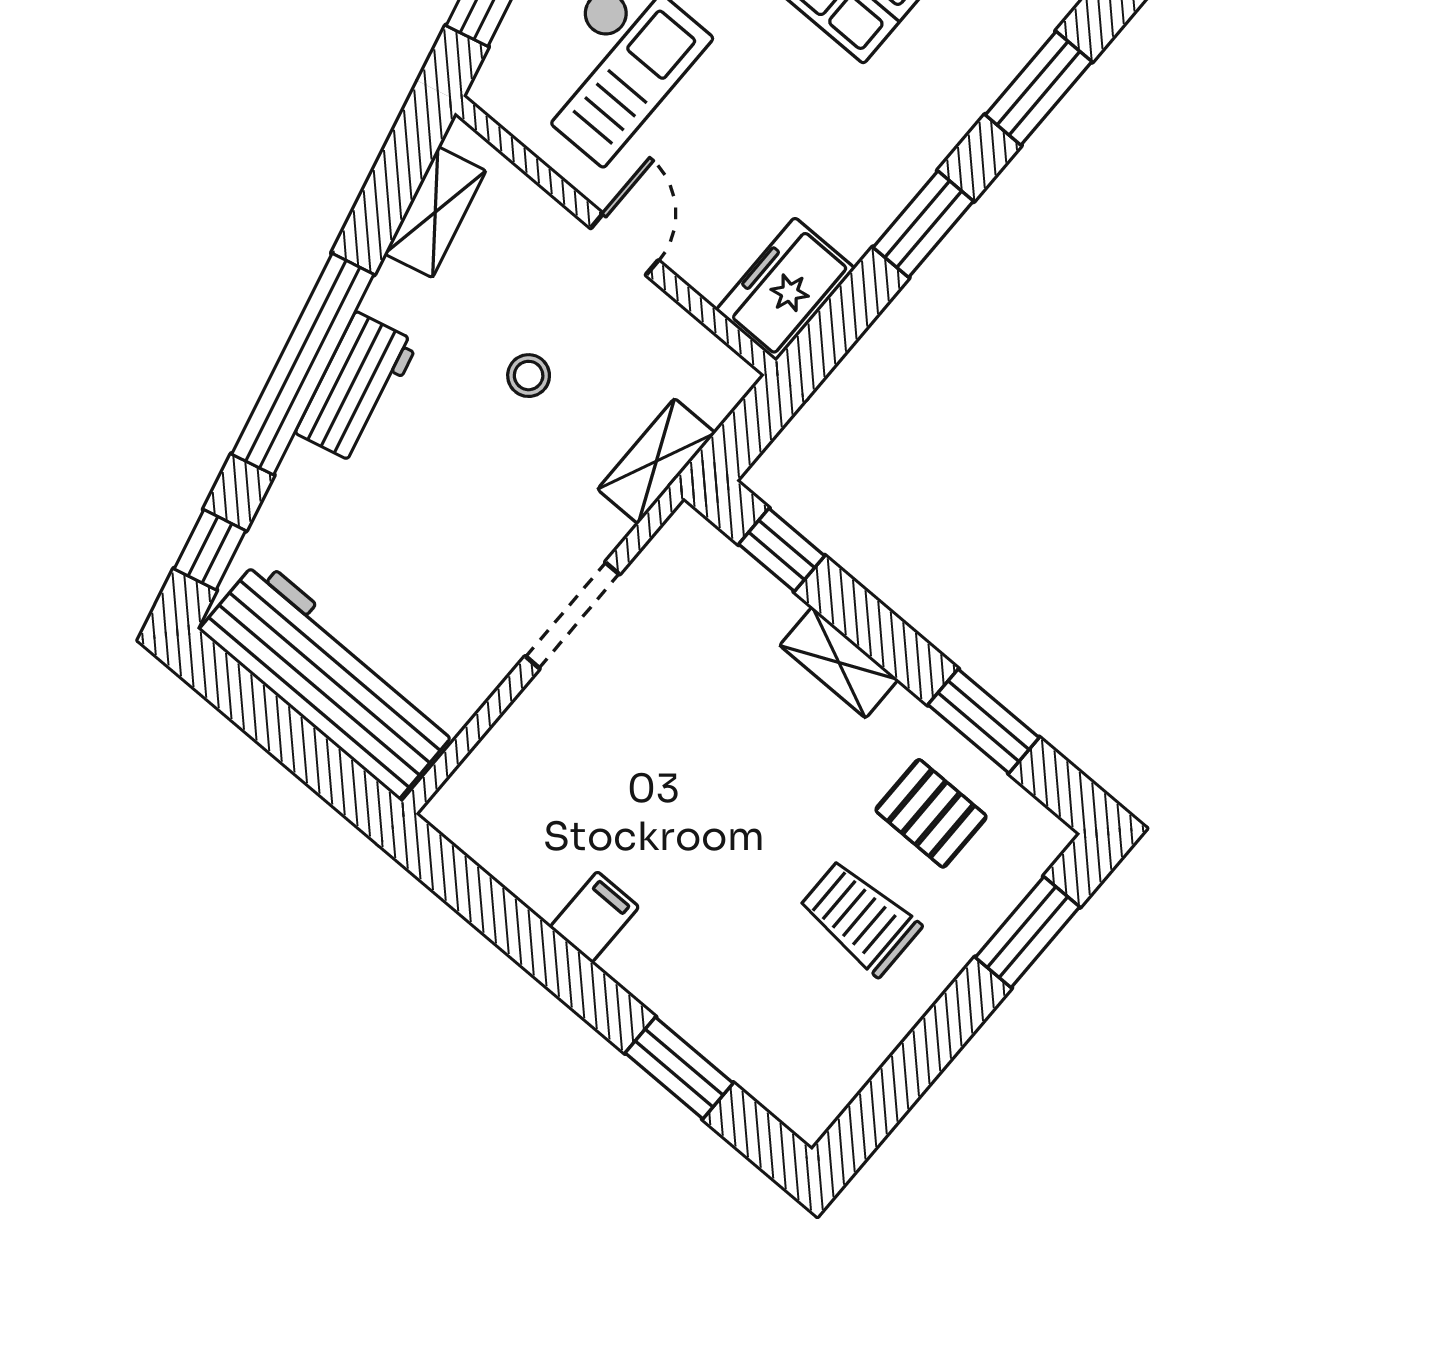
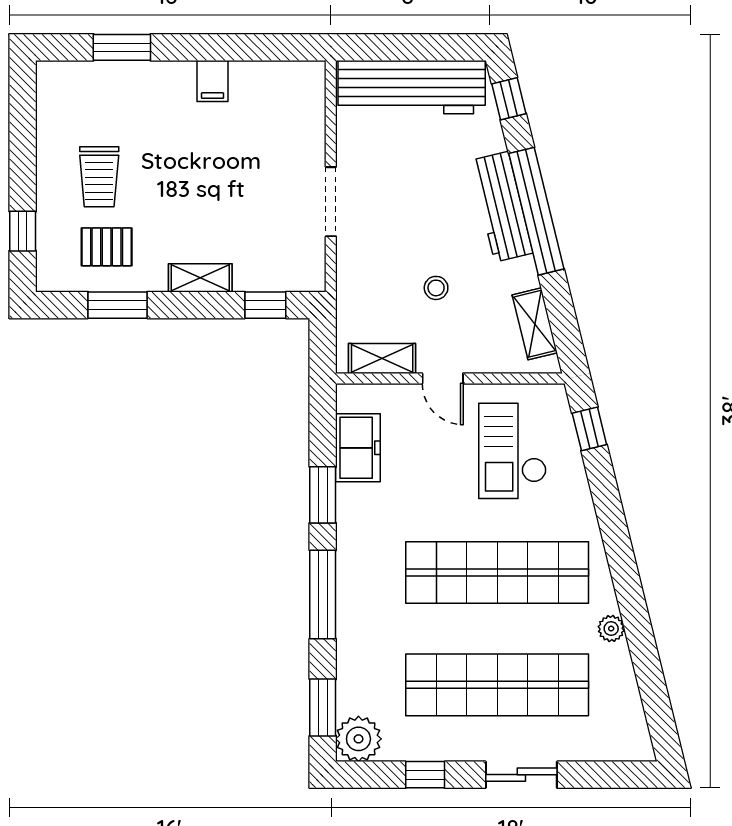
window: (1039, 88) -> (323, 594), width x1.44
freezer: (785, 289) -> (358, 448), moved
workbench: (357, 388) -> (501, 207), width x1.38
shelving: (656, 461) -> (382, 359), moved, turned 90
trolley: (860, 918) -> (99, 177), turned 90
window: (1027, 932) -> (23, 231), width x0.67

